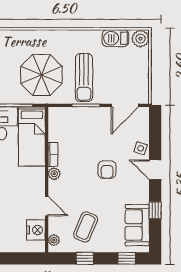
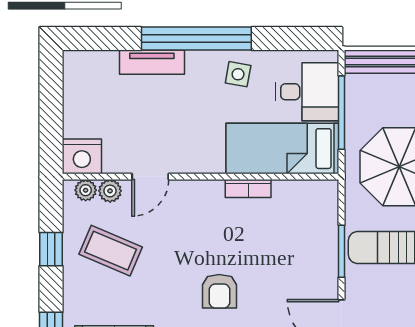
armchair: (107, 170) -> (219, 291), turned -90
plant: (54, 174) -> (110, 191), moved
nightstand: (36, 230) -> (82, 156), moved

